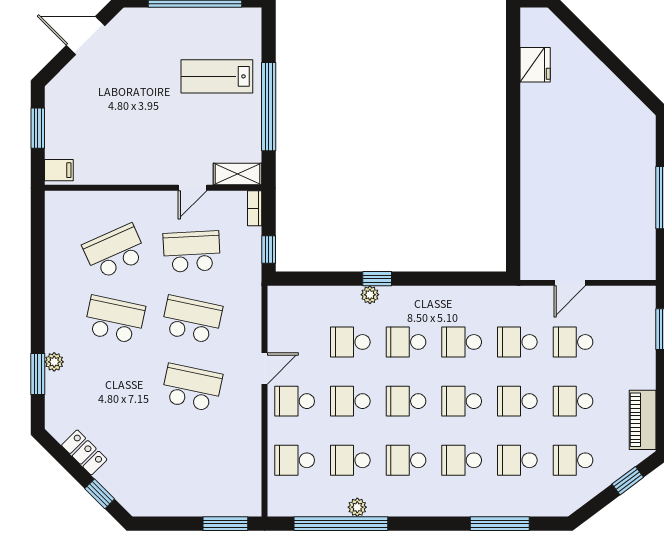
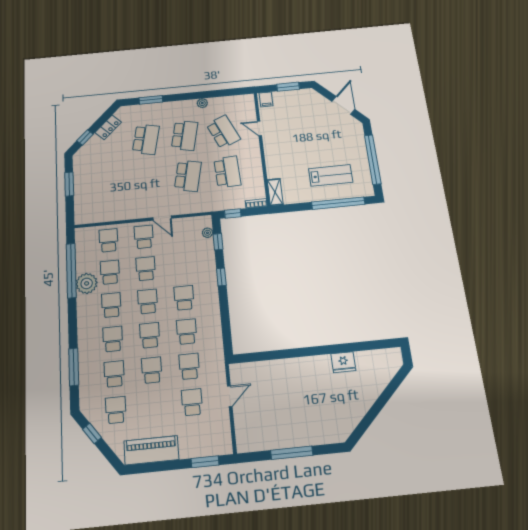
fridge: (535, 65) -> (343, 362), moved
lab bench: (217, 76) -> (331, 175), turned 90
window: (269, 107) -> (338, 203), moved
door: (193, 188) -> (259, 128), moved
window: (316, 279) -> (218, 242), added
door: (570, 283) -> (230, 396), swing flipped
plant: (370, 295) -> (207, 233), moved
school desk: (350, 342) -> (182, 265), removed
plant: (54, 362) -> (202, 103), moved
school desk: (192, 388) -> (146, 139), moved
school desk: (573, 401) -> (154, 406), removed
piano: (643, 420) -> (151, 450), width x1.37, depth x1.33
window: (628, 481) -> (92, 433), moved
plant: (357, 507) -> (87, 283), width x1.88, depth x1.88
window: (225, 524) -> (69, 184), moved

